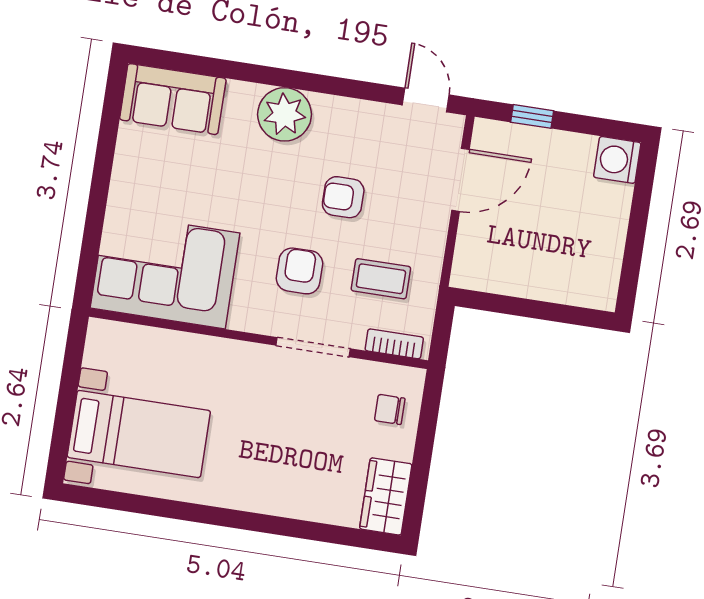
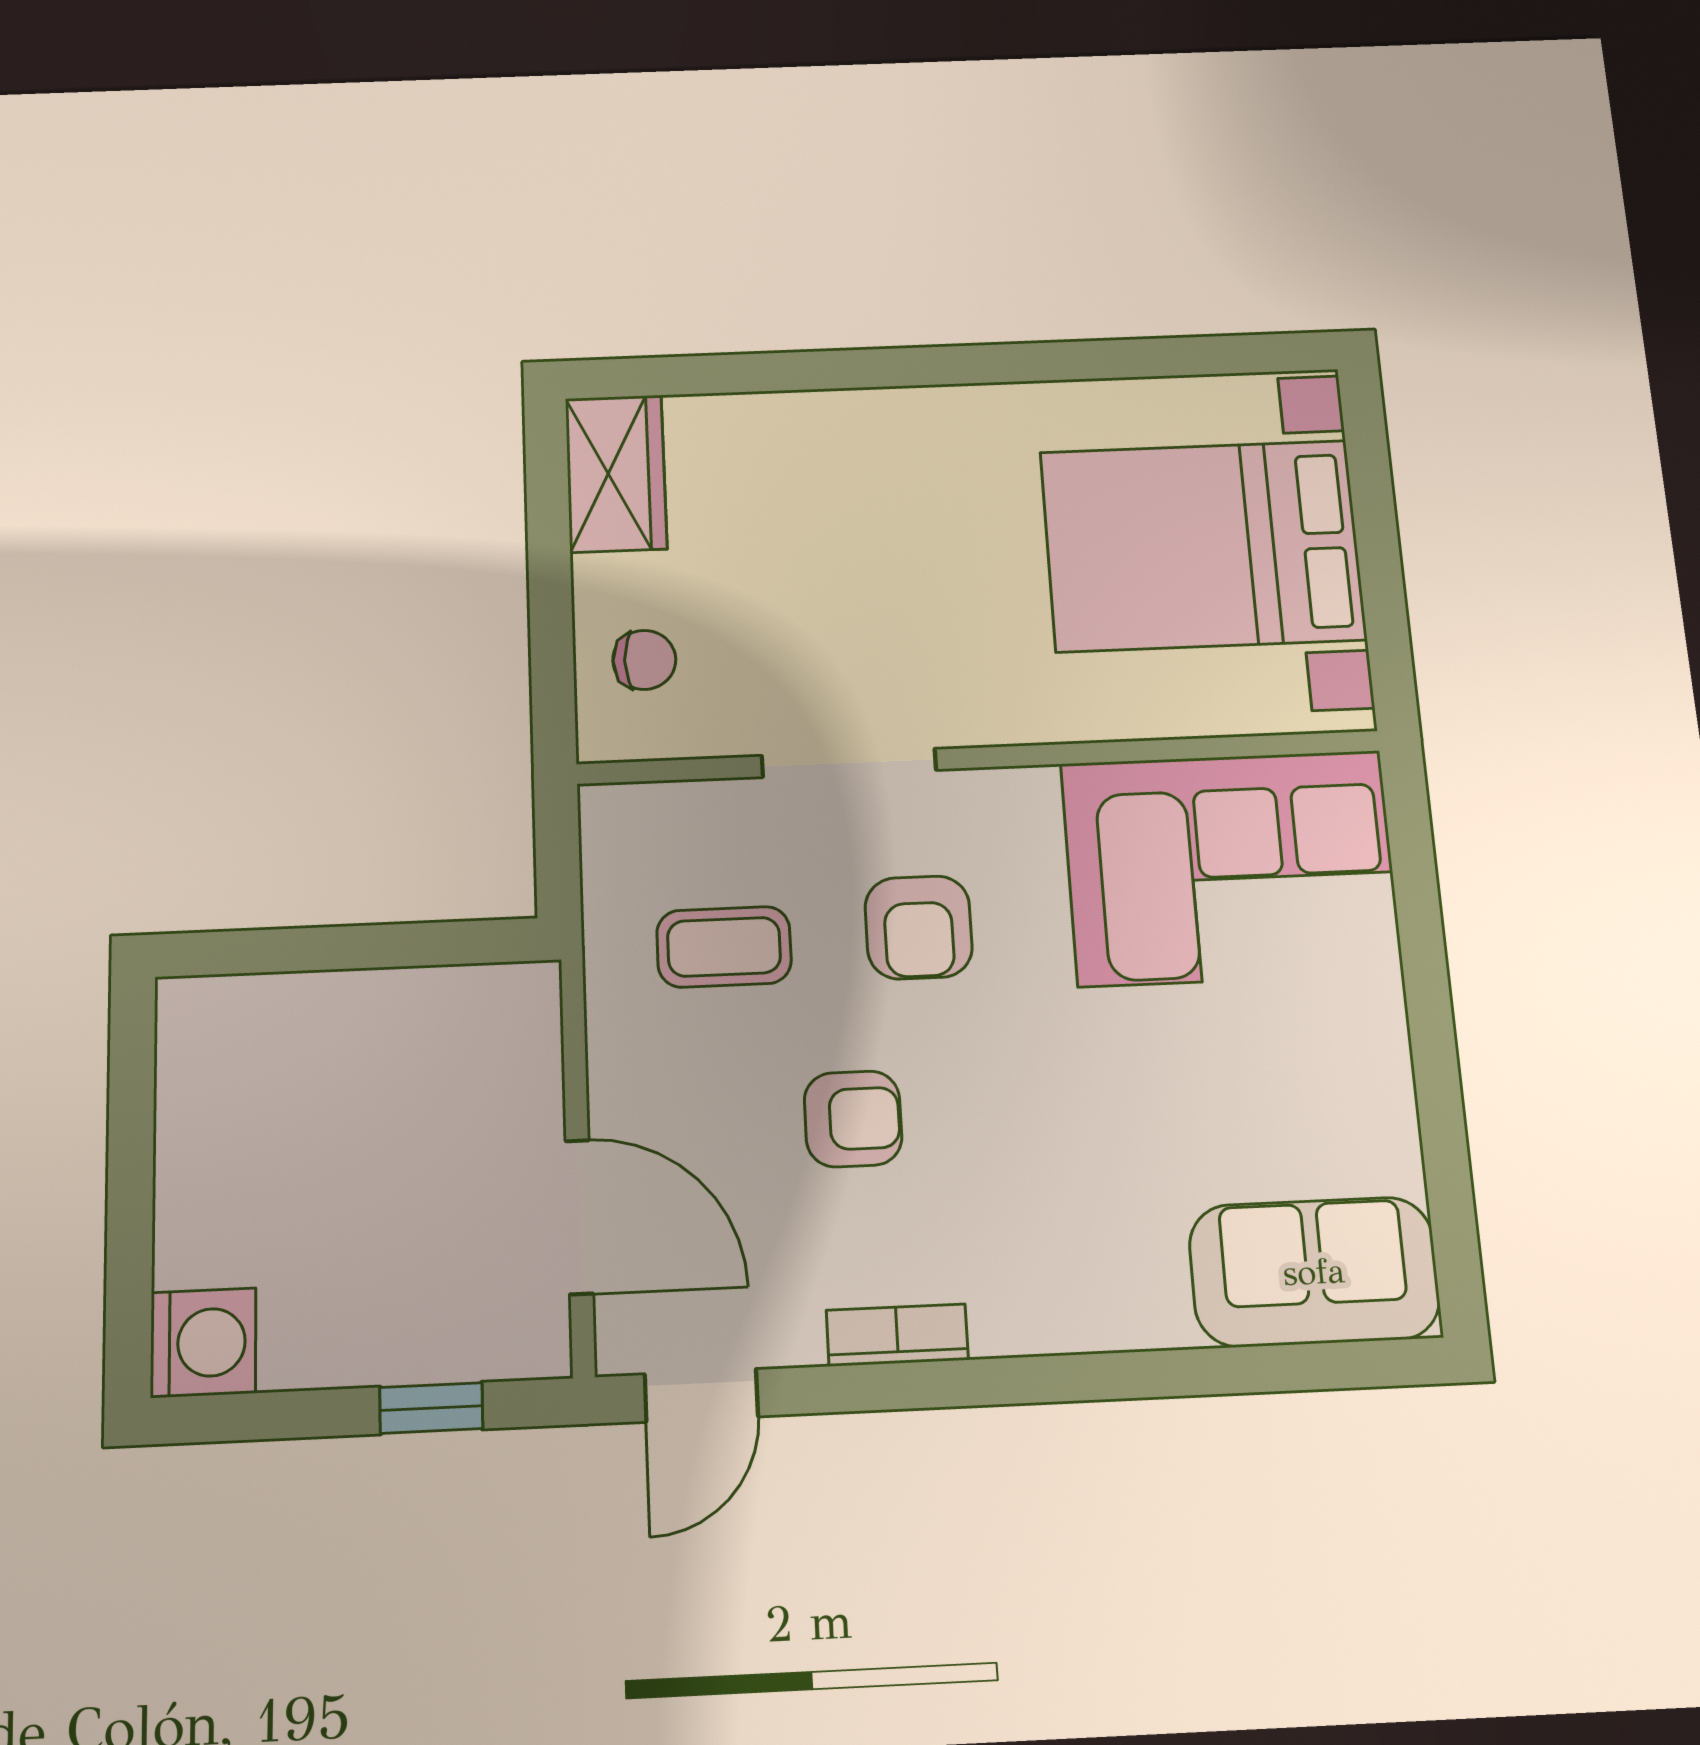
door: (426, 100) -> (701, 1395), hinge flipped
plant: (285, 114) -> (1037, 1289), removed
door: (460, 180) -> (579, 1217), swing flipped
bookcase: (394, 344) -> (897, 1335), moved, turned 180
bed with nightstands: (139, 434) -> (1202, 545), width x1.36

